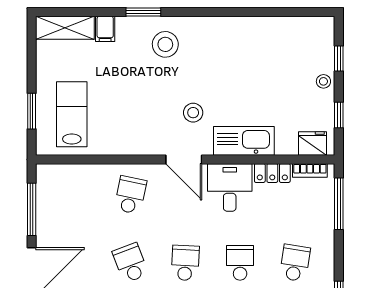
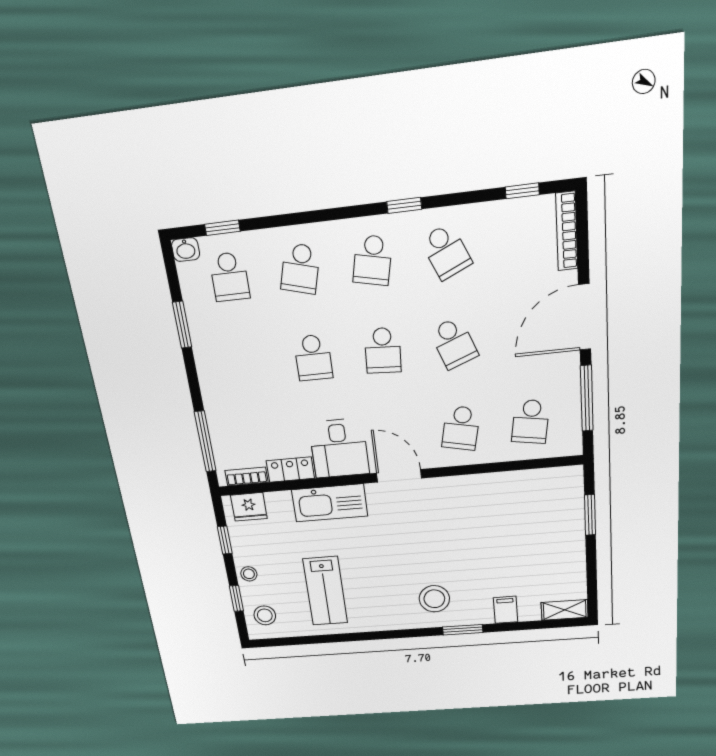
shelving: (65, 28) -> (565, 610), width x0.67, depth x0.75
stool: (193, 113) -> (265, 615), moved
lab bench: (72, 114) -> (325, 591), moved
school desk: (295, 263) -> (531, 422), moved

